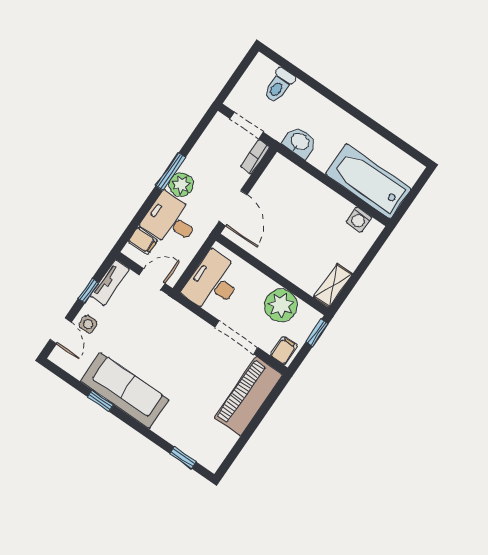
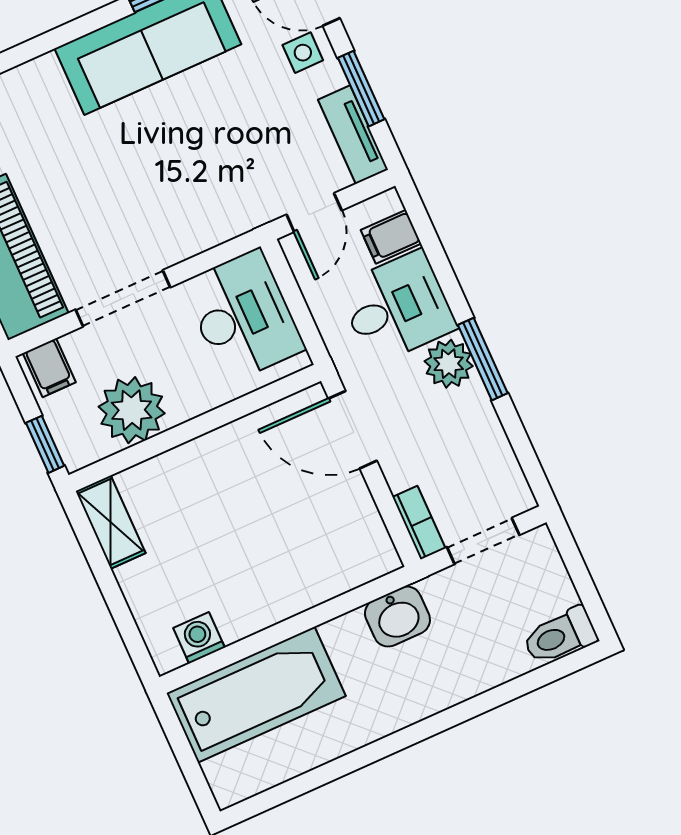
toilet: (279, 86) -> (560, 636), moved, turned -90
window: (88, 291) -> (361, 89), width x1.50

